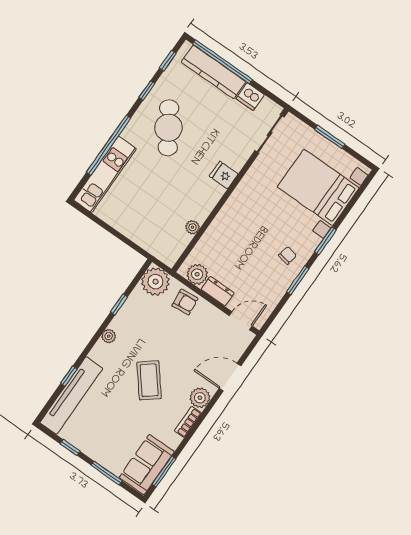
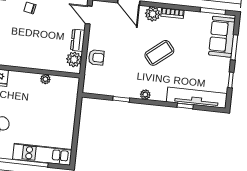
plant: (156, 282) -> (94, 84), removed
armchair: (185, 302) -> (96, 57), turned 96
sofa: (147, 465) -> (222, 37), moved, turned 90

